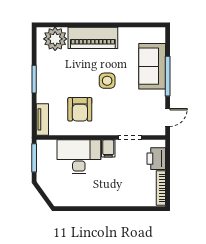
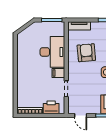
armchair: (80, 109) -> (86, 53), turned 85

